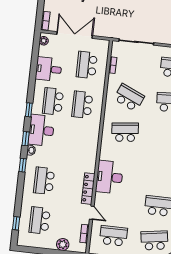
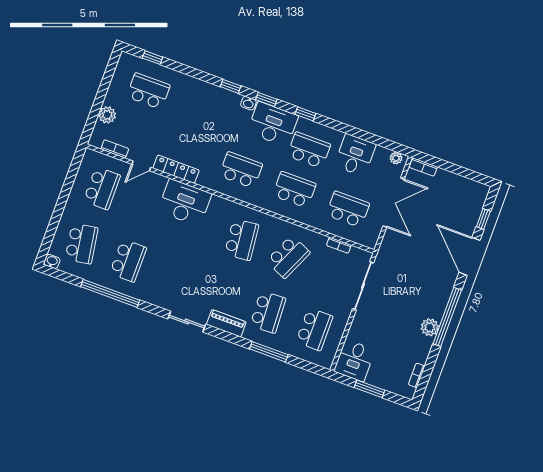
school desk: (44, 181) -> (241, 170), moved

